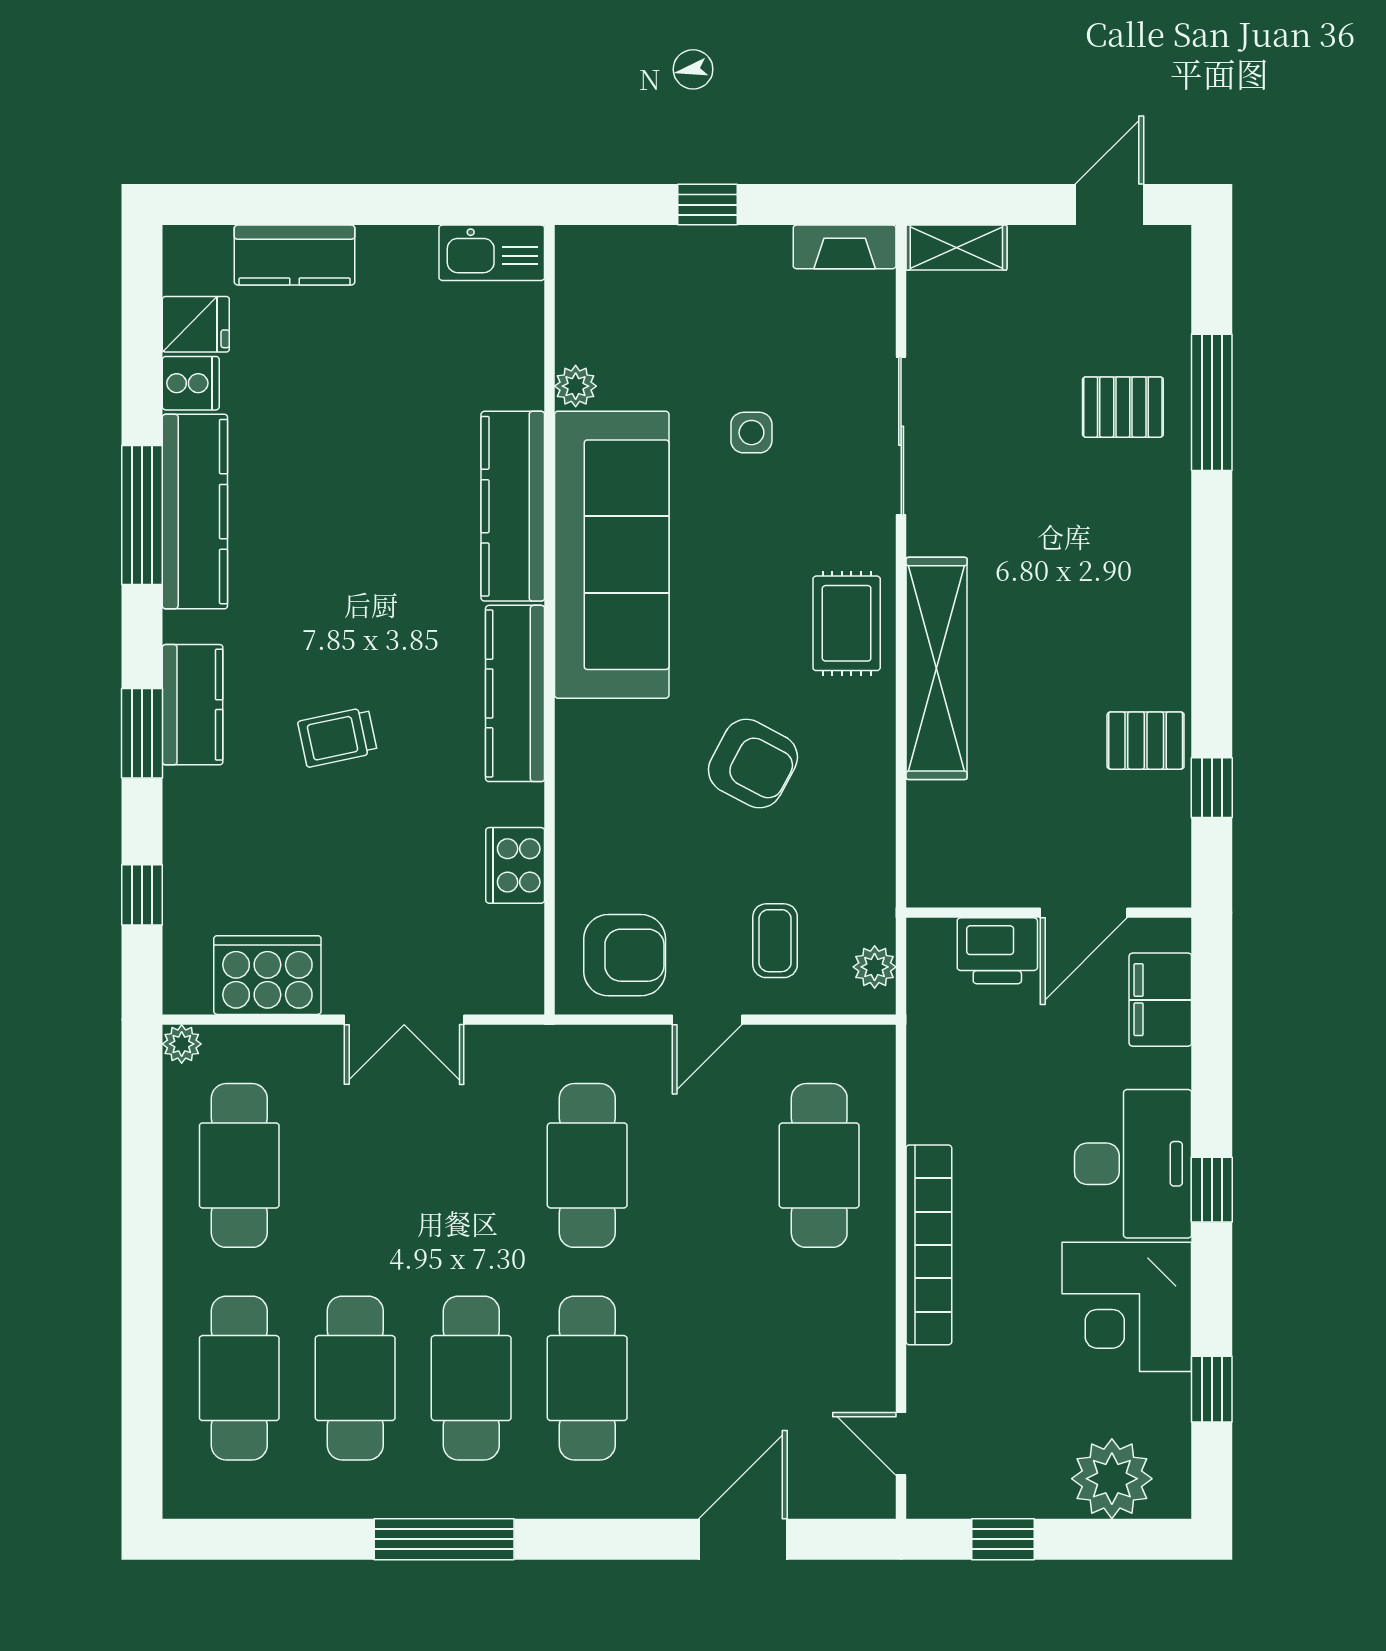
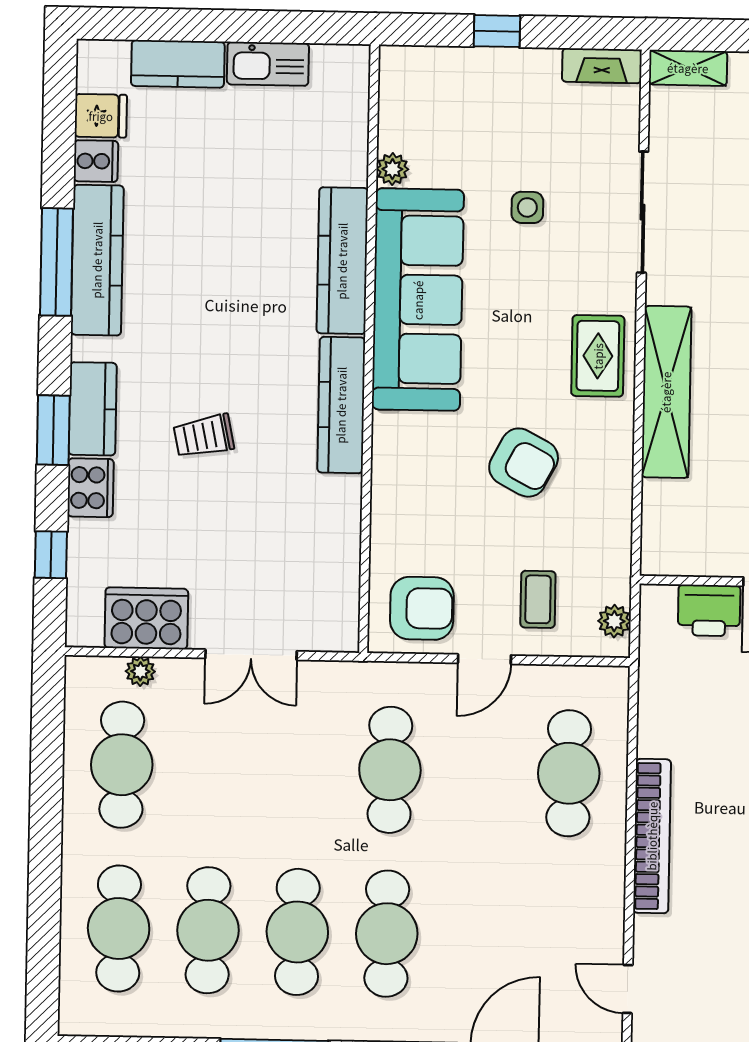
kitchen sink: (492, 253) -> (268, 64), moved
cooker: (515, 865) -> (90, 488), moved, turned 180
plant: (182, 1044) -> (140, 671), moved

